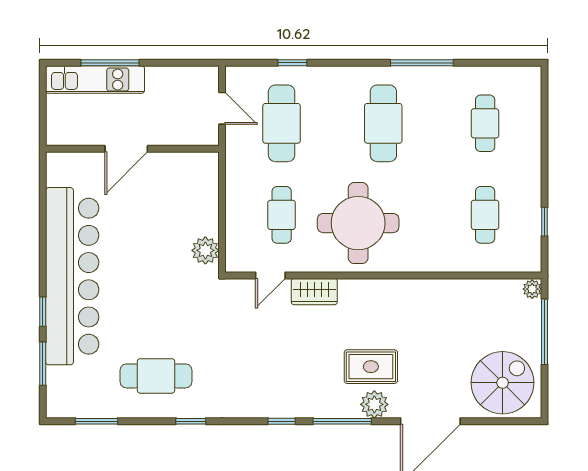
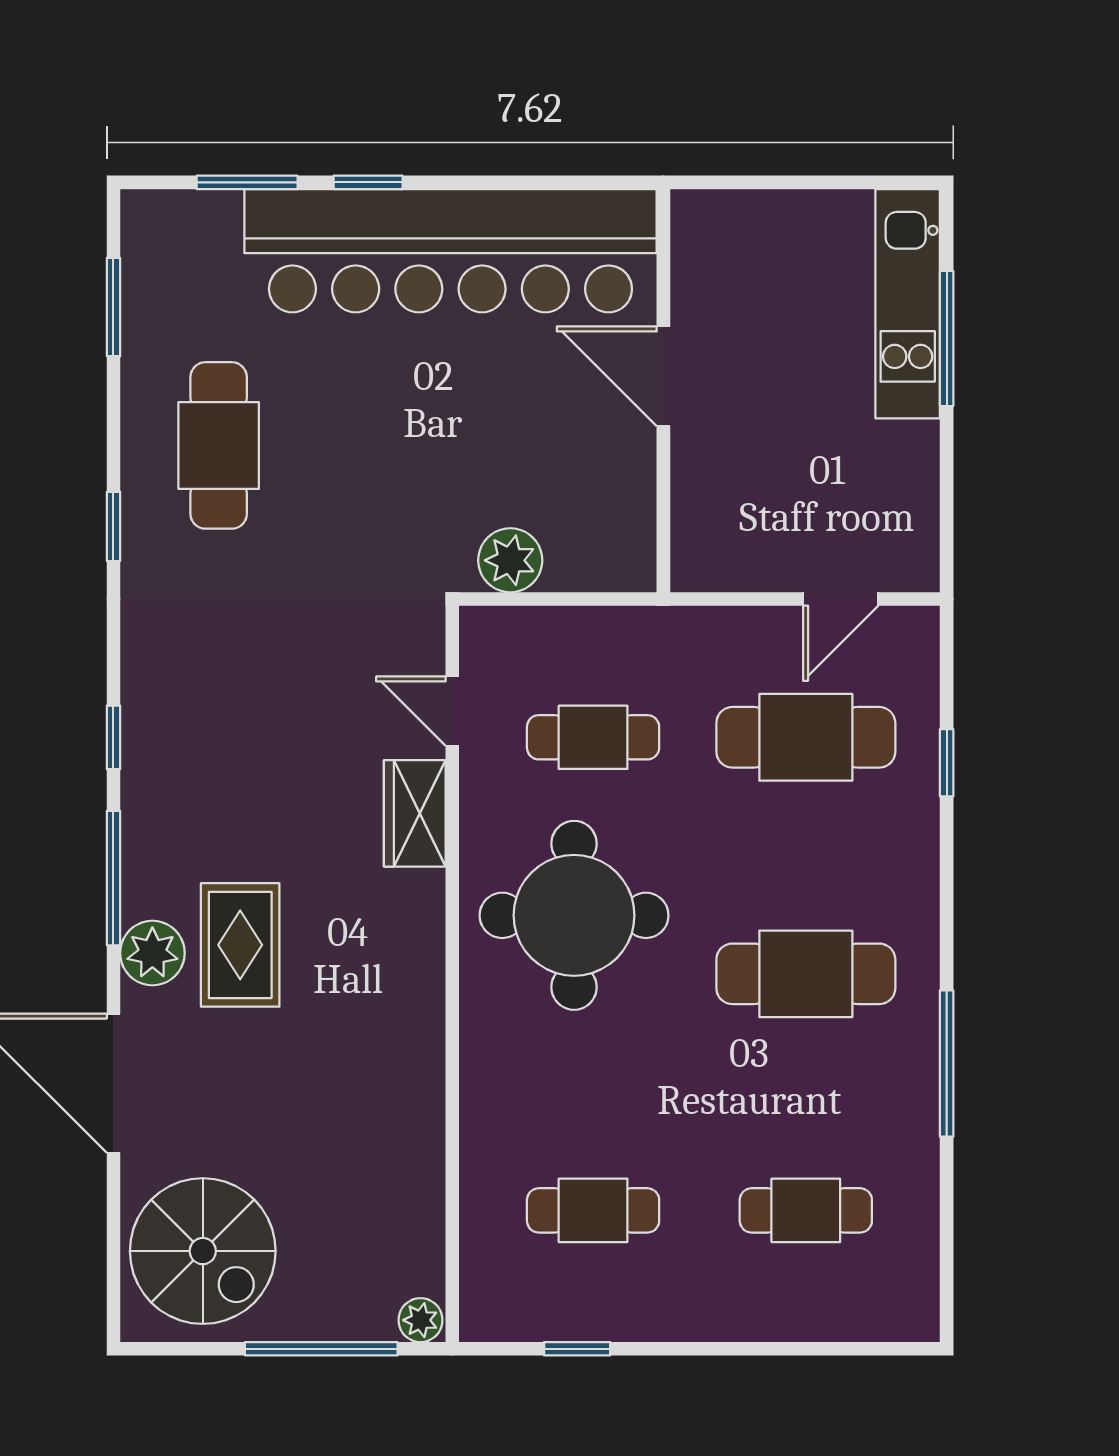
door: (126, 149) -> (663, 376), moved
wall: (132, 149) -> (663, 391), moved

